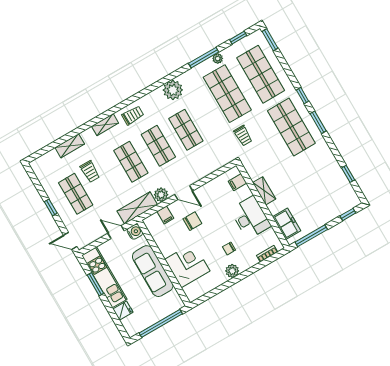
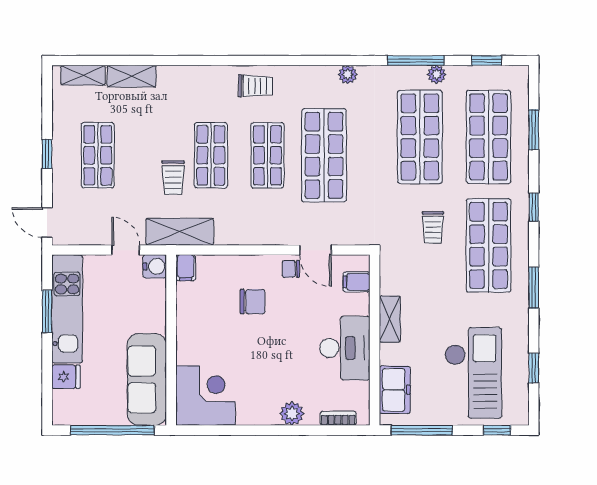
window: (270, 40) -> (534, 130), moved
plant: (173, 90) -> (348, 75), width x0.53, depth x0.53
window: (318, 122) -> (534, 288), moved
shelving: (105, 125) -> (83, 75), moved
shop shelf: (186, 130) -> (324, 155), width x1.43, depth x1.36
trolley: (243, 136) -> (433, 227), moved
trolley: (90, 172) -> (173, 177), moved
door: (184, 193) -> (315, 250), moved
checkout: (320, 193) -> (473, 373), added
plant: (161, 195) -> (228, 233), removed
filing cabinet: (165, 215) -> (186, 268), moved
chair: (229, 248) -> (291, 269), moved
corner desk: (187, 265) -> (205, 395), moved
sofa: (153, 271) -> (147, 379), moved
plant: (232, 271) -> (292, 414), moved

